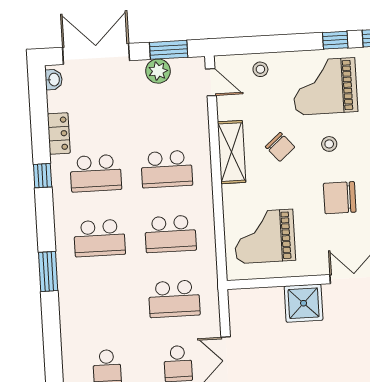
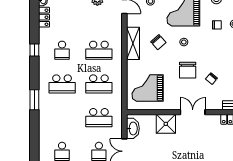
locker: (59, 133) -> (44, 17), moved
school desk: (96, 173) -> (62, 50), width x0.54
chair: (340, 198) -> (188, 70), turned -90
washbasin: (241, 316) -> (133, 128), added

